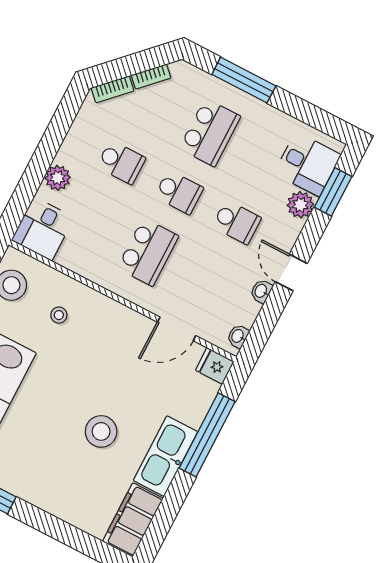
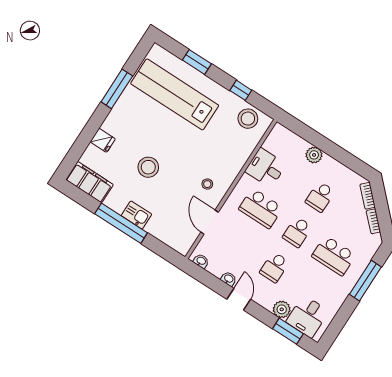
desk: (43, 229) -> (266, 168), moved
door: (291, 273) -> (239, 299), hinge flipped
stool: (59, 315) -> (207, 184), moved
fridge: (215, 366) -> (103, 140), moved, turned 90
window: (207, 435) -> (121, 223), moved
kitchen sink: (166, 456) -> (136, 215), width x0.53, depth x0.81

